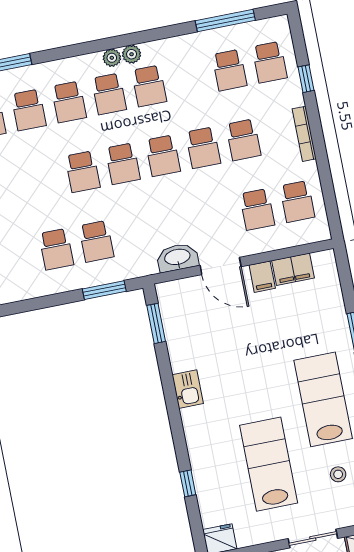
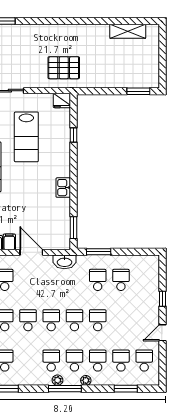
window: (116, 42) -> (65, 389), added
plant: (112, 58) -> (86, 380), moved
washbasin: (177, 258) -> (64, 262), moved

